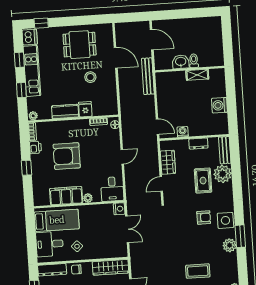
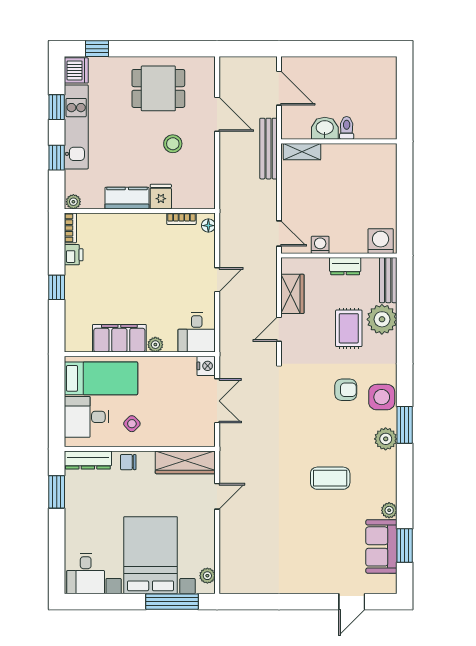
shelving: (197, 75) -> (302, 152), moved
washing machine: (219, 105) -> (381, 241), moved, turned 90
armchair: (67, 156) -> (125, 272), removed

